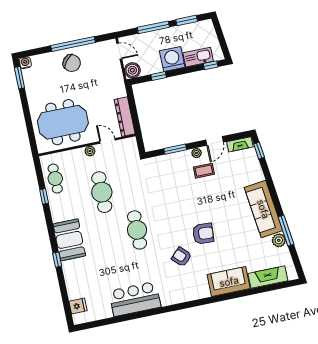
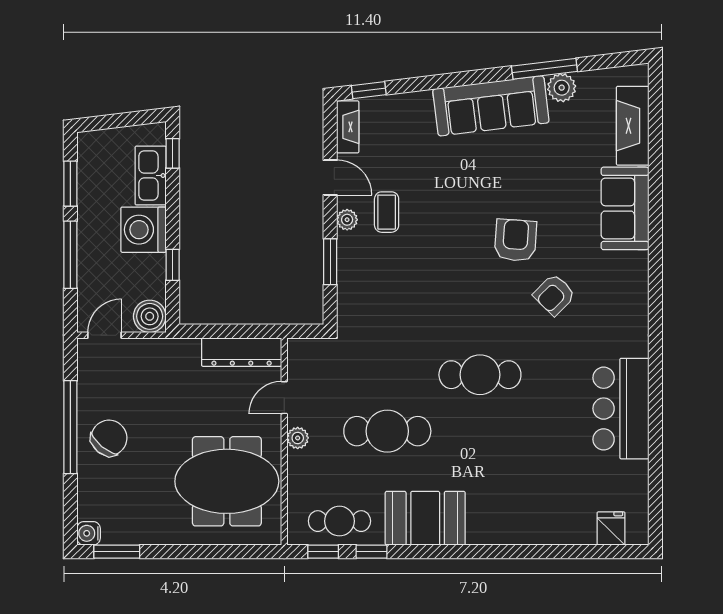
meeting table: (63, 122) -> (227, 481), turned 90
booth: (69, 240) -> (425, 518), moved
window: (57, 260) -> (323, 552), moved

